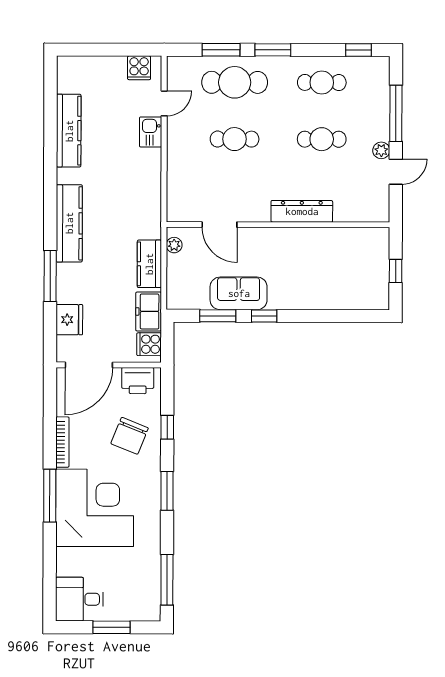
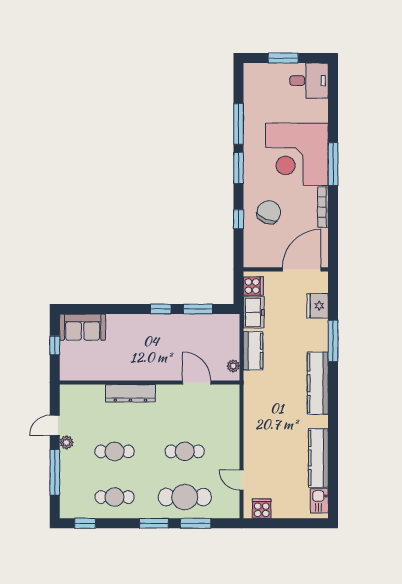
door: (164, 103) -> (242, 480), hinge flipped
kitchen sink: (151, 132) -> (319, 501), moved, turned 180
sofa: (239, 293) -> (83, 327), moved
printer: (138, 381) -> (262, 257), removed
window: (167, 580) -> (239, 124), moved

